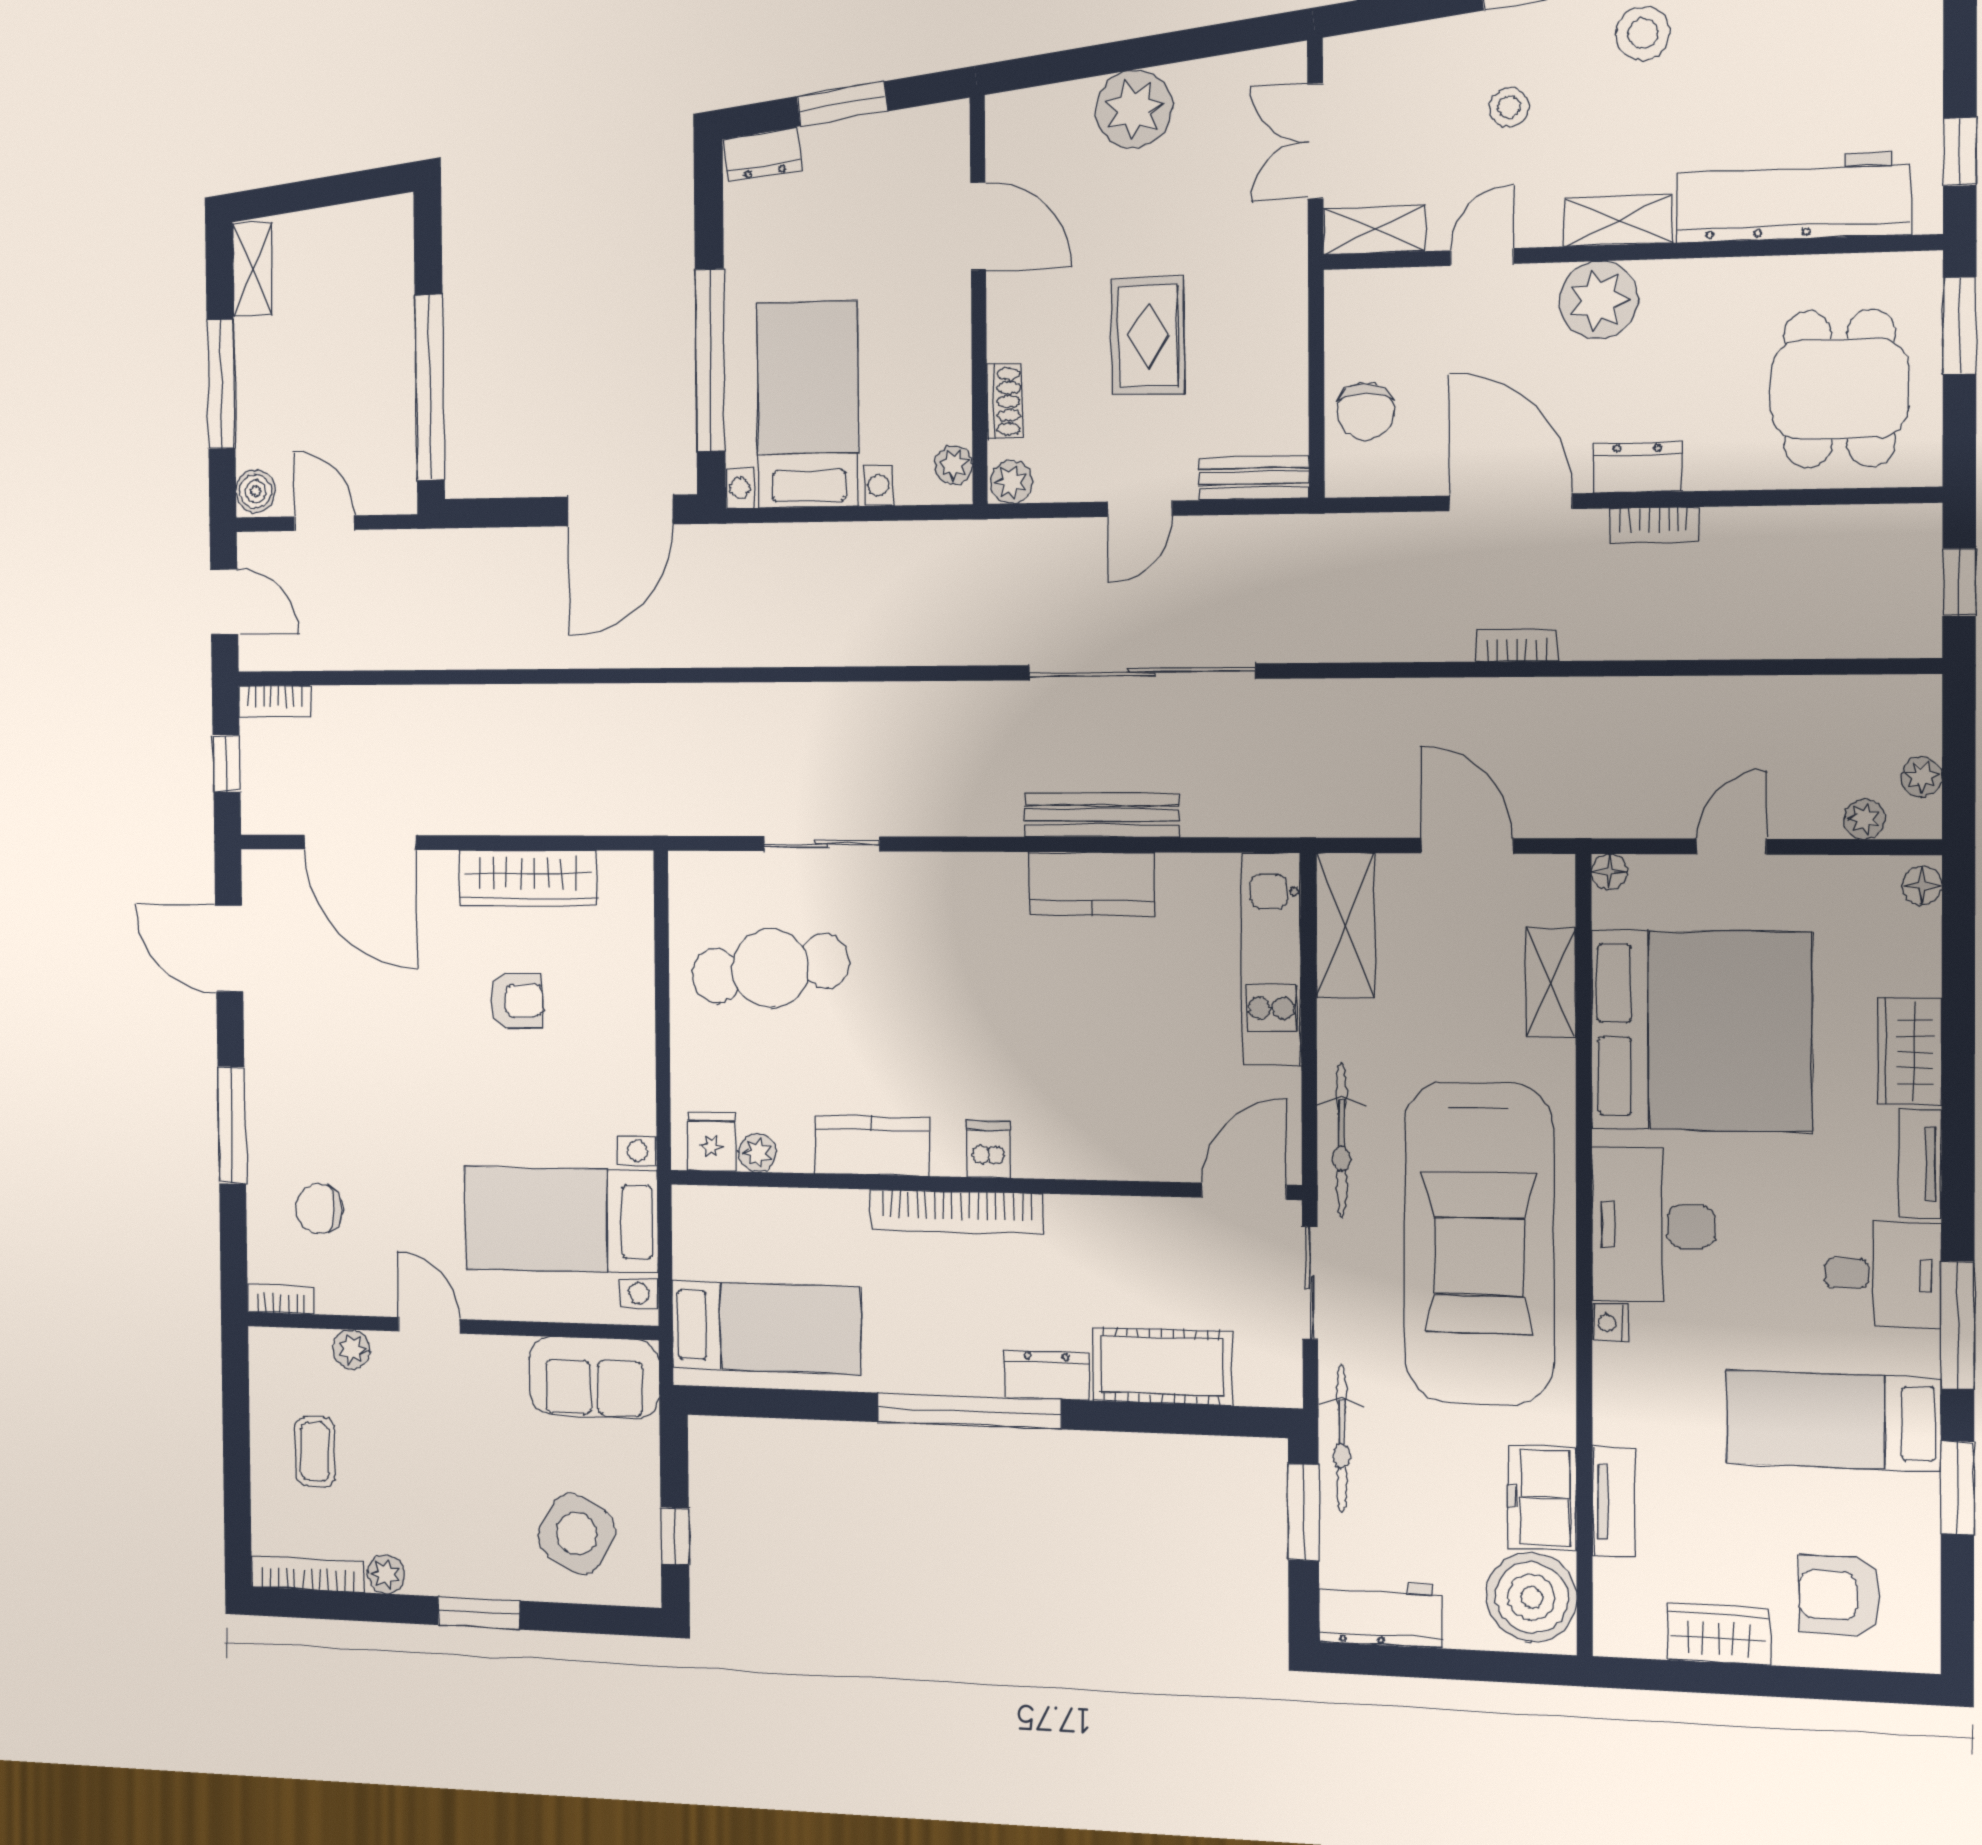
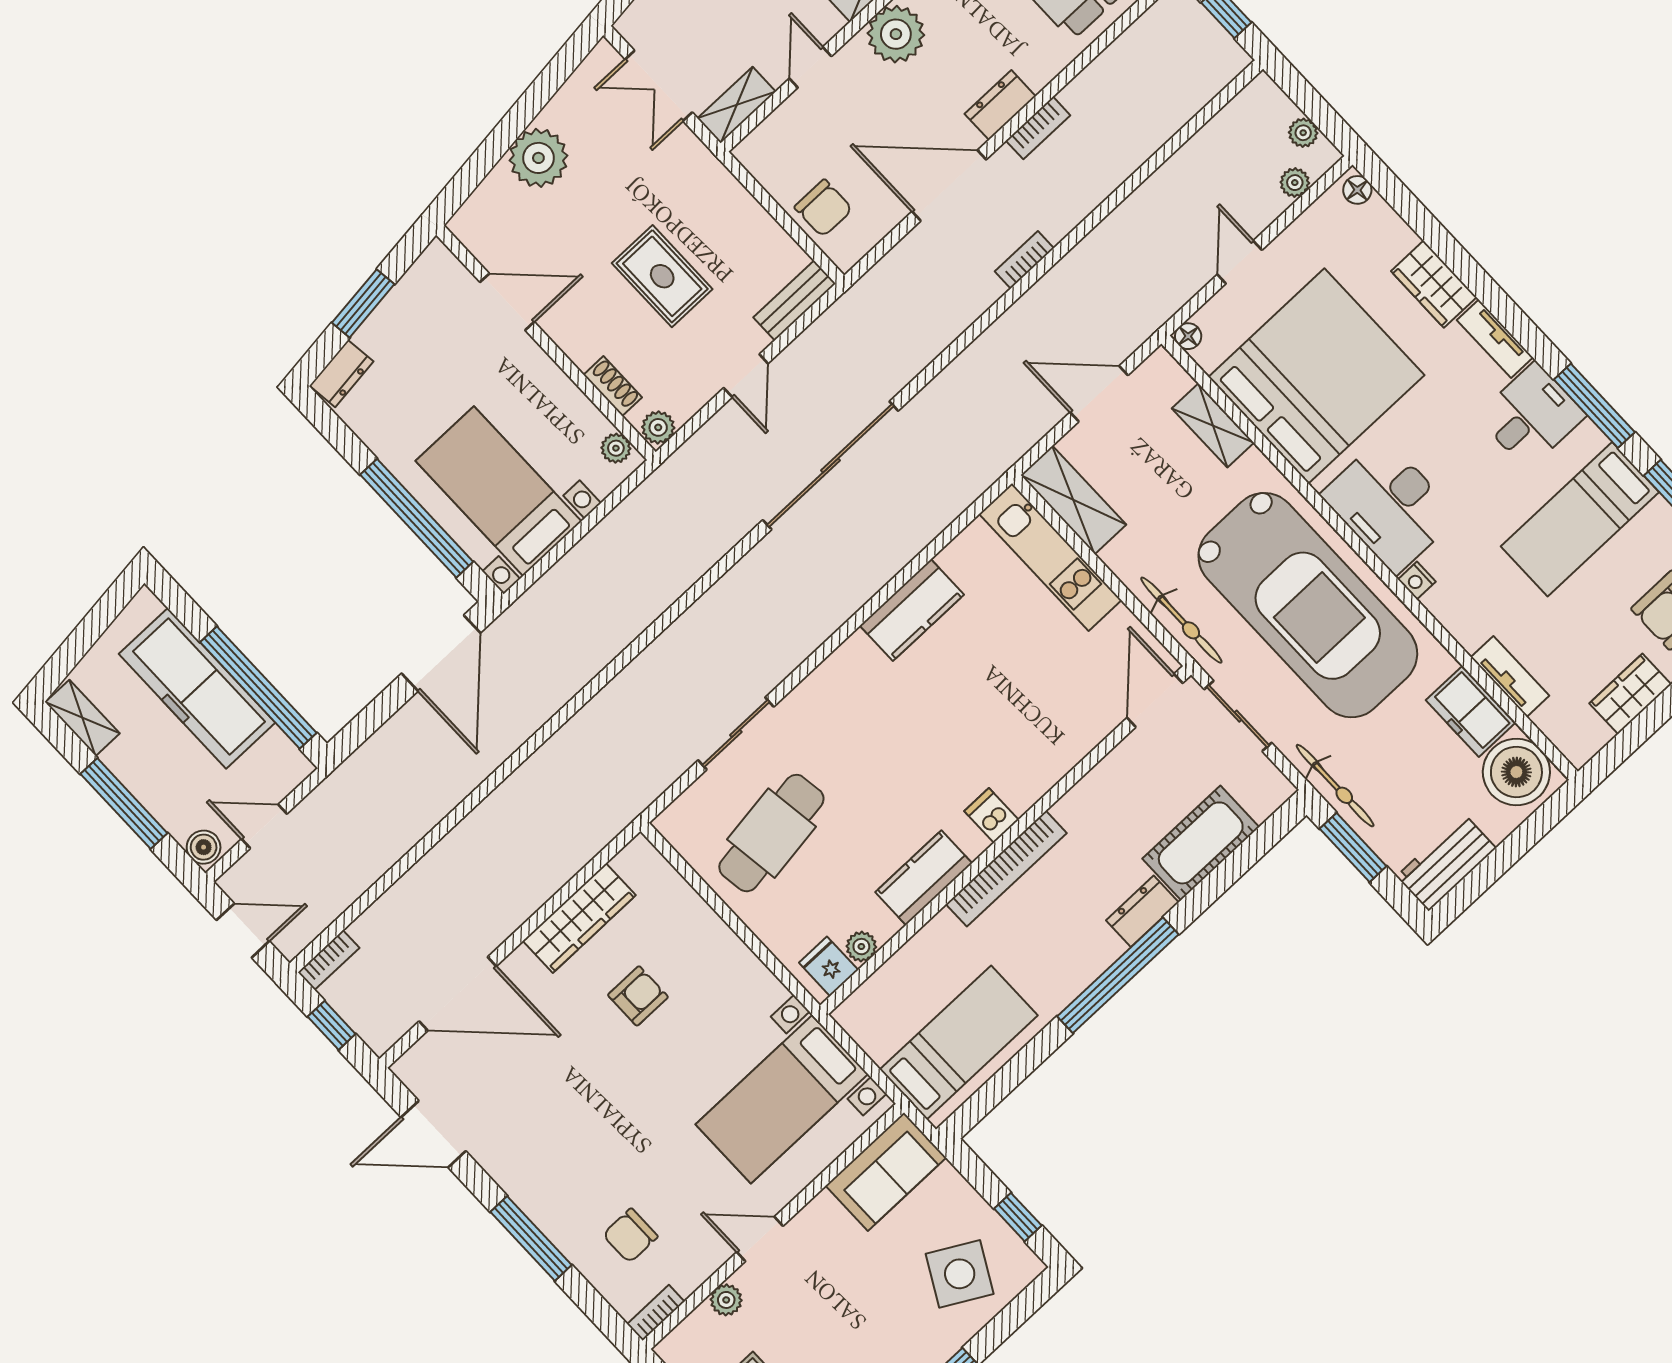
freezer: (375, 337) -> (197, 688), added
bench: (1101, 815) -> (882, 566), removed

